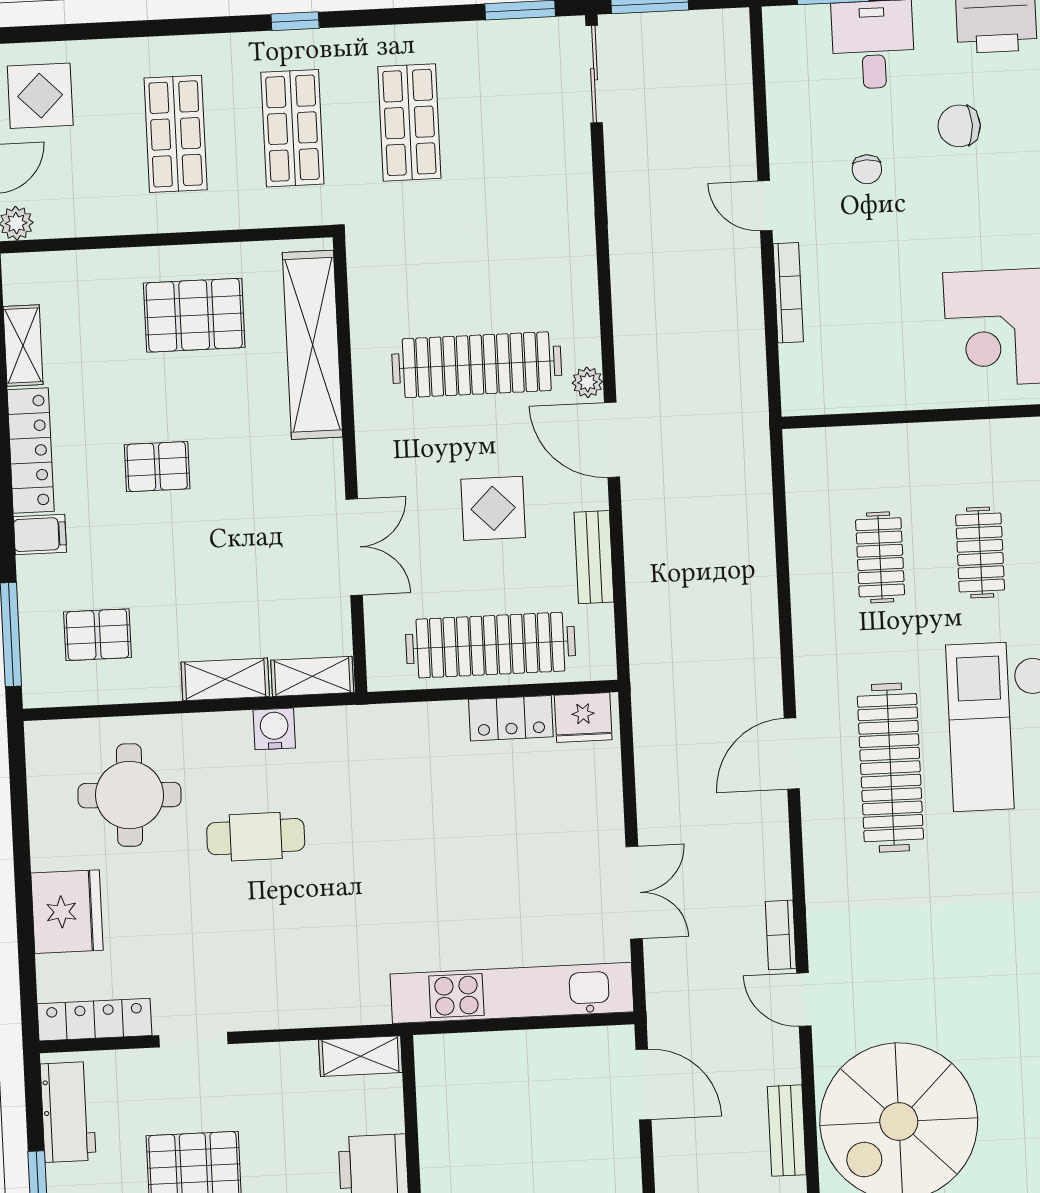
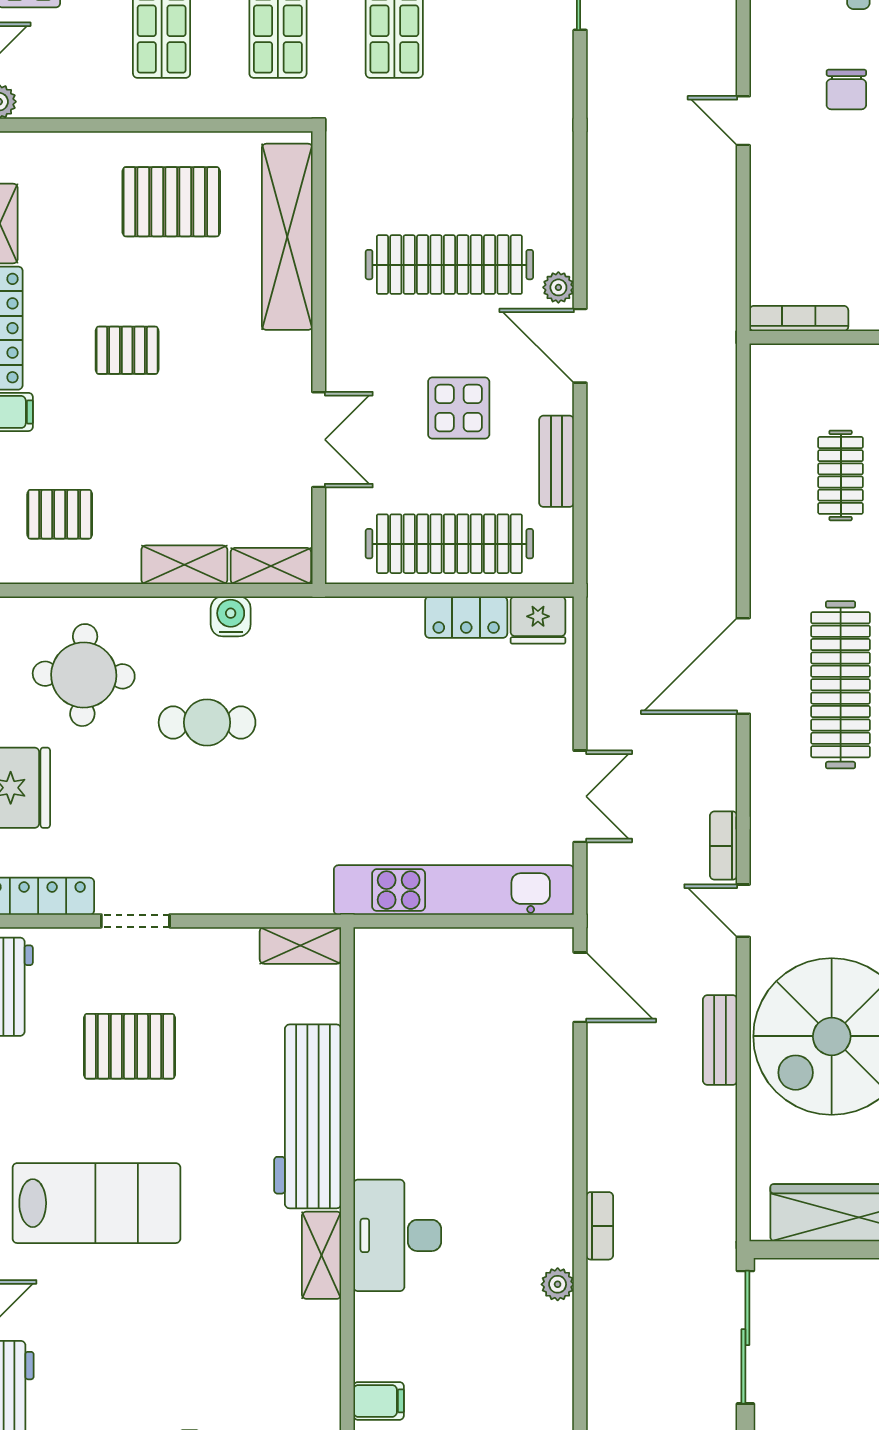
chair: (867, 169) -> (846, 89), width x1.37, depth x1.37
bookcase: (788, 293) -> (799, 318), moved, turned -90
door: (792, 754) -> (743, 666), width x1.36

